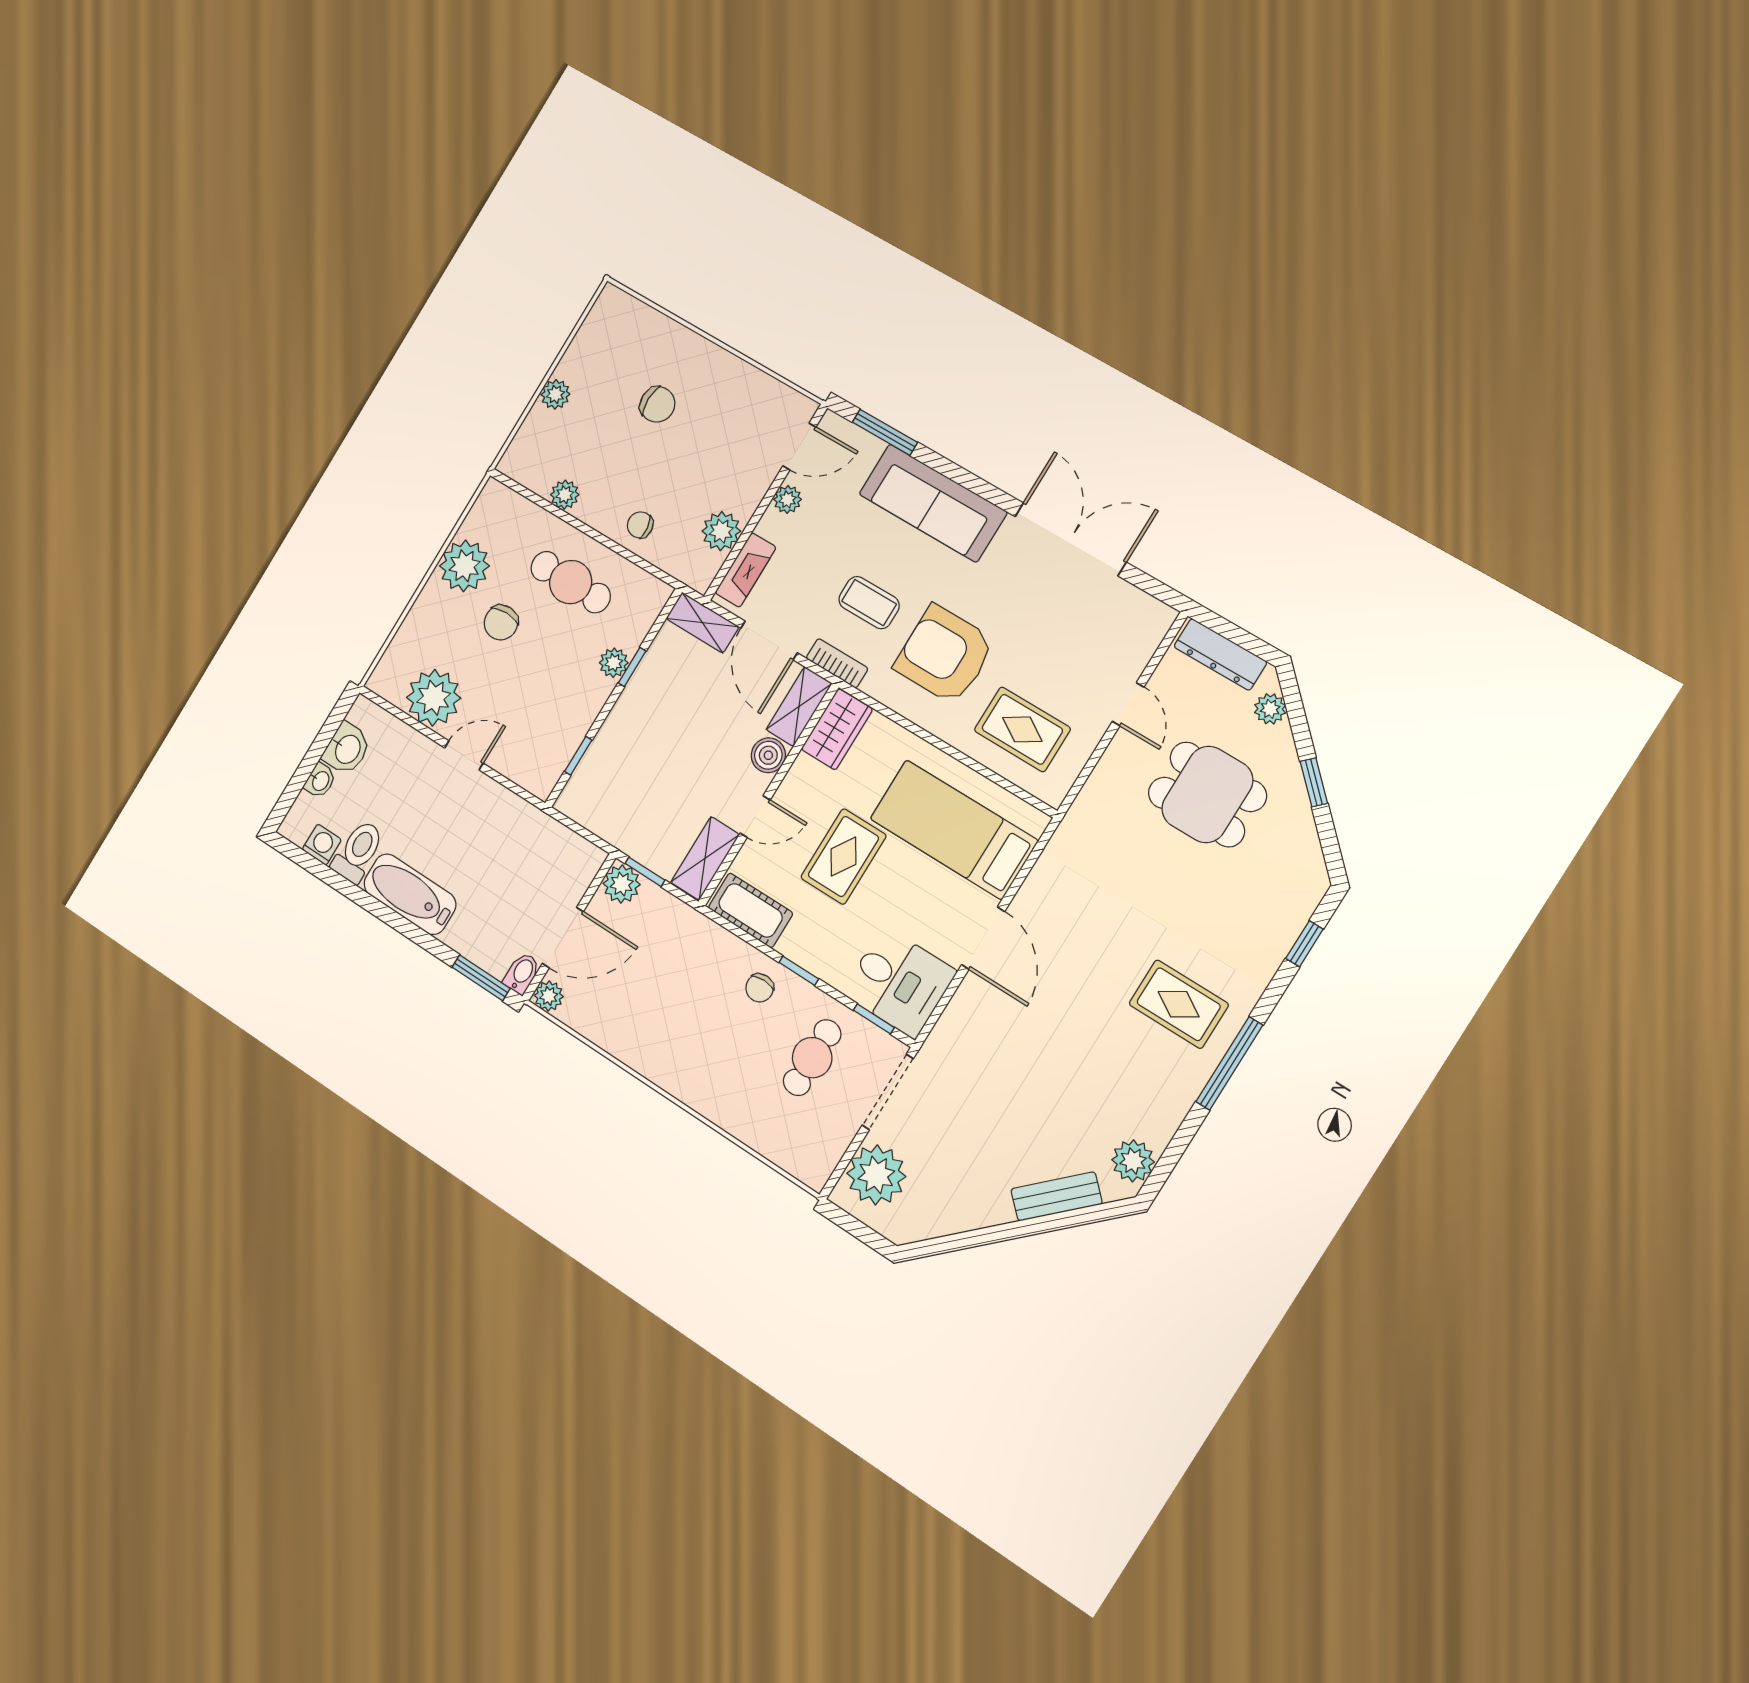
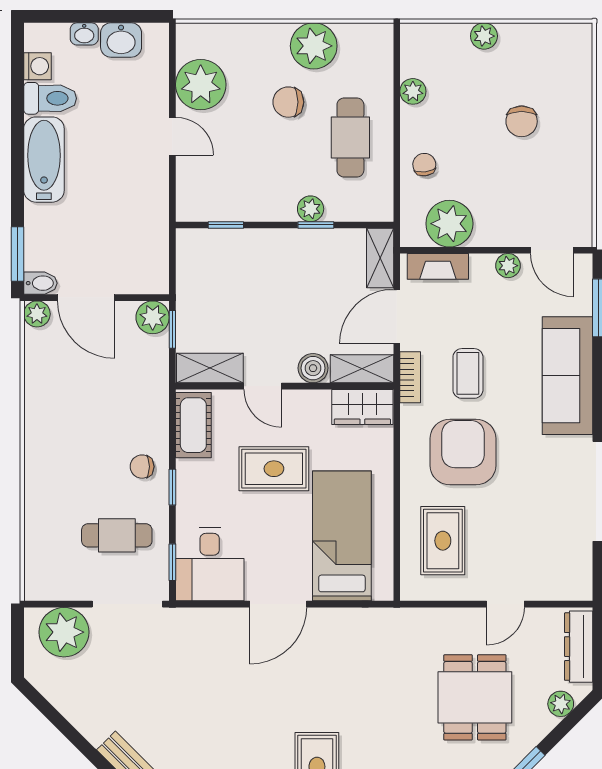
plant: (721, 531) -> (449, 224), width x1.36, depth x1.36

